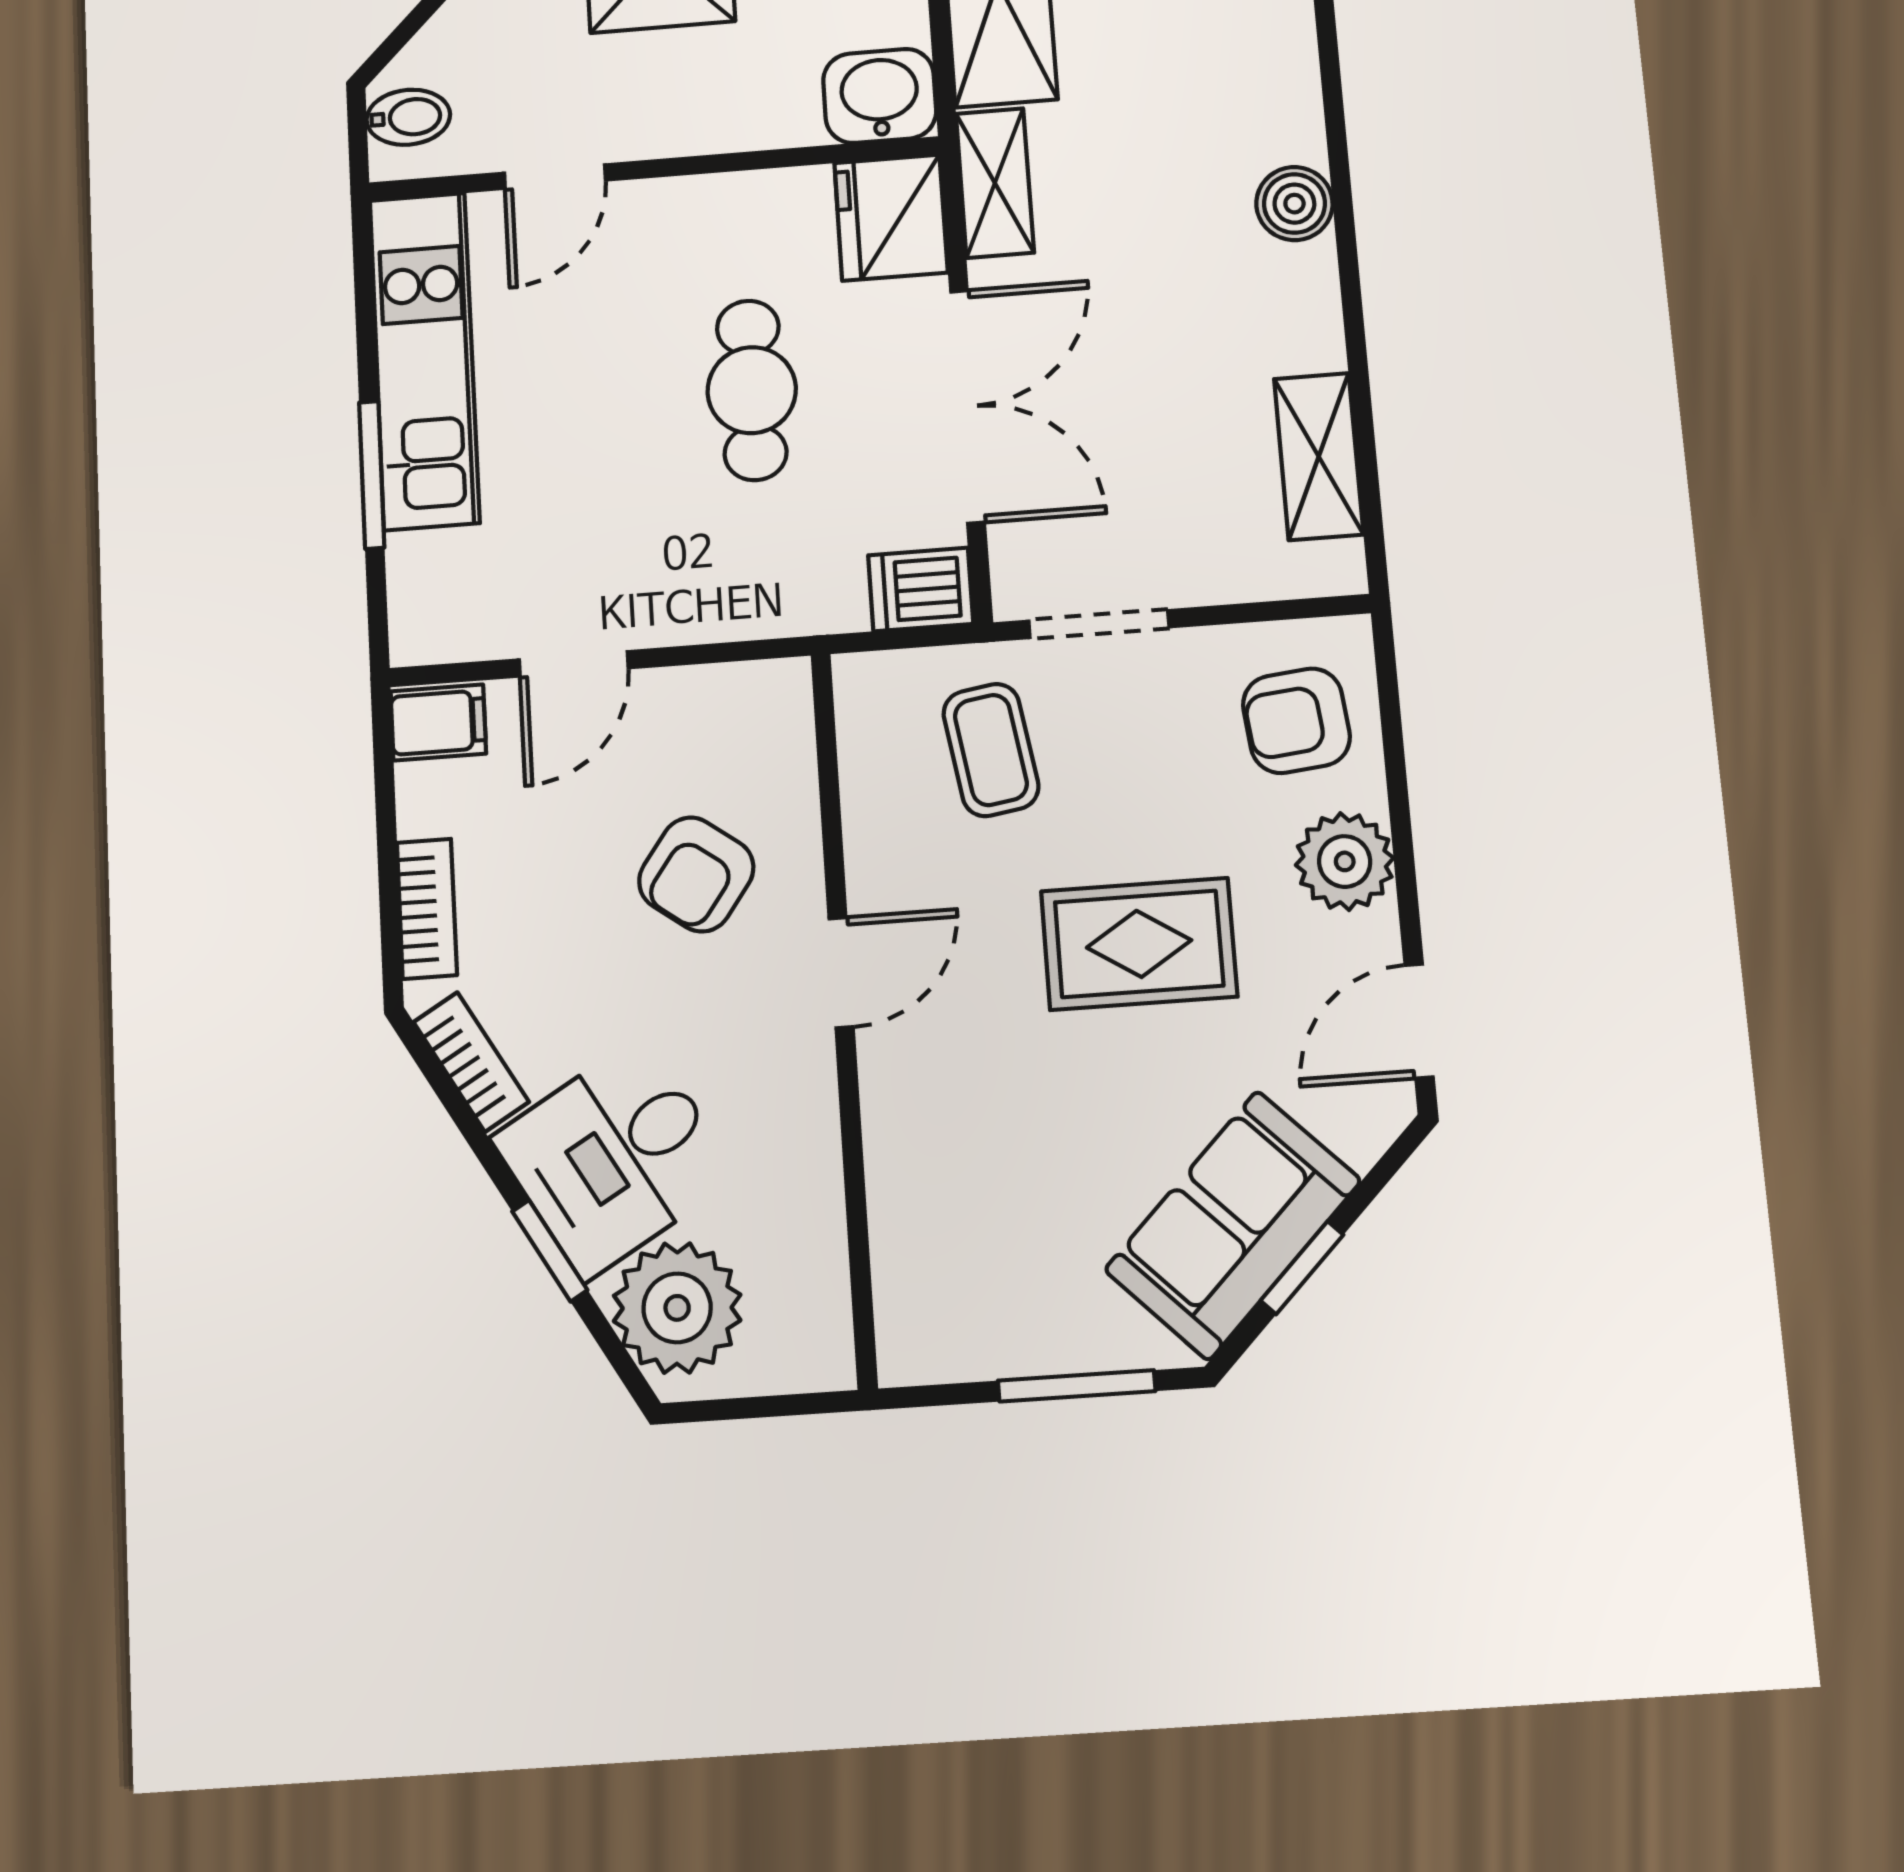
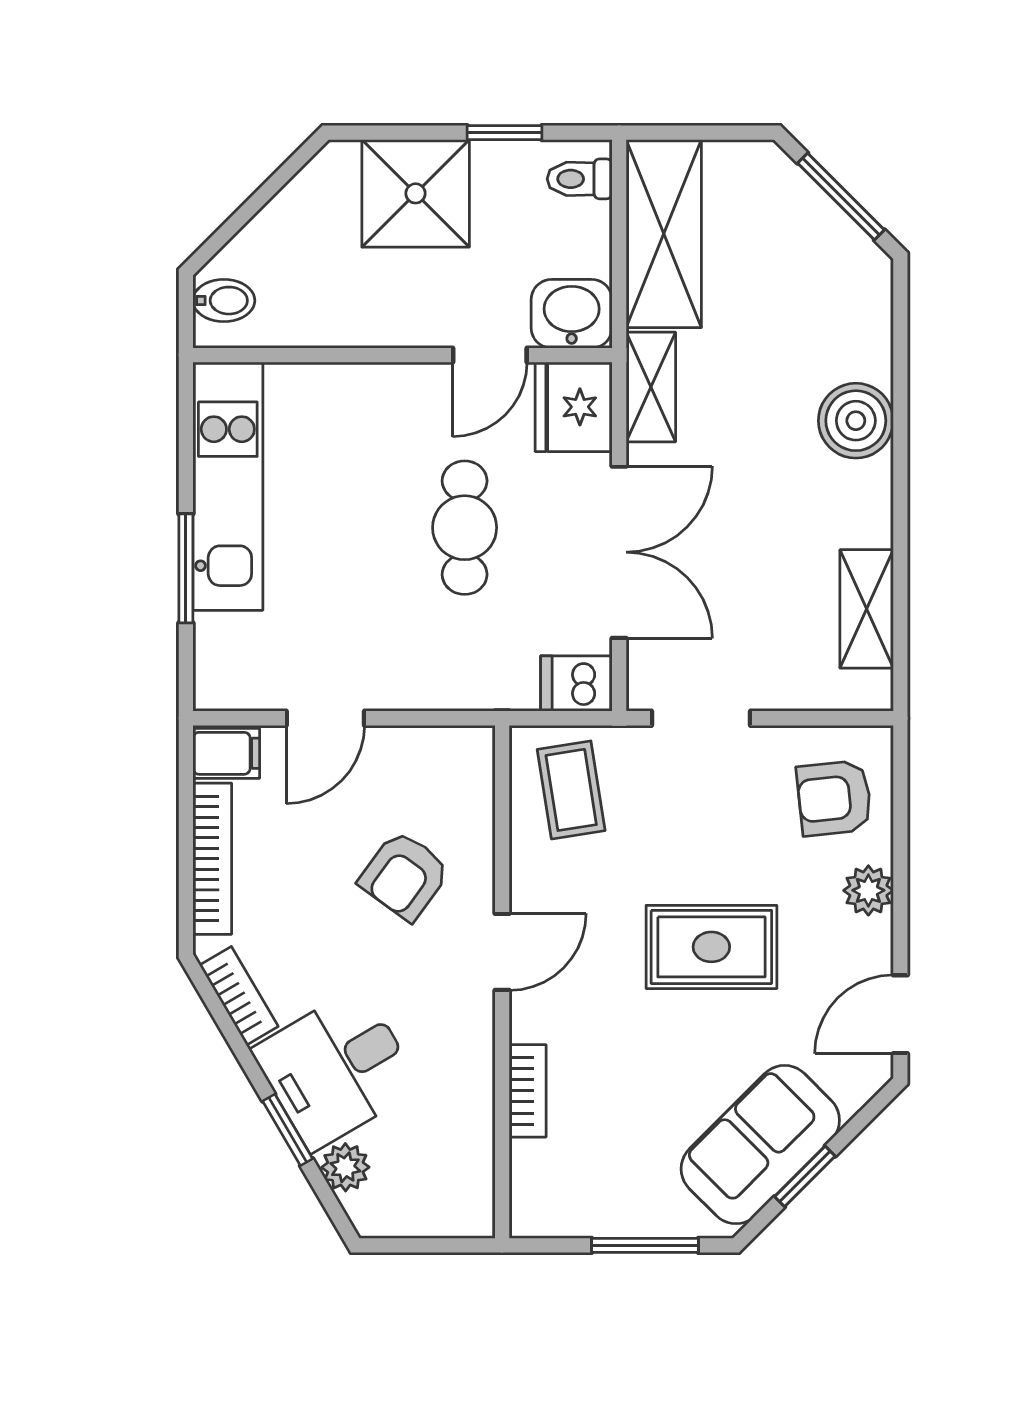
door: (555, 177) -> (490, 355), moved
boiler: (1294, 204) -> (856, 421), width x1.36, depth x1.36
coffee table: (991, 750) -> (571, 790), moved
plant: (1345, 861) -> (868, 890), width x0.73, depth x0.73
bookcase: (427, 909) -> (212, 859), width x1.56
bookcase: (891, 1170) -> (528, 1091), added
plant: (677, 1308) -> (345, 1167), width x0.53, depth x0.53

